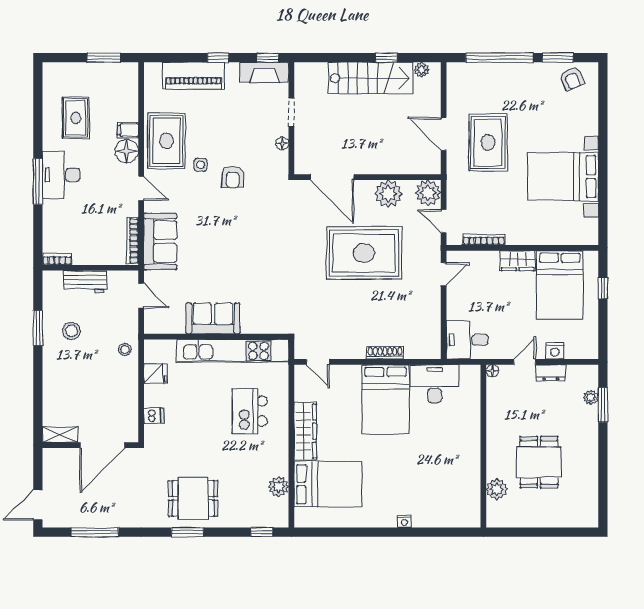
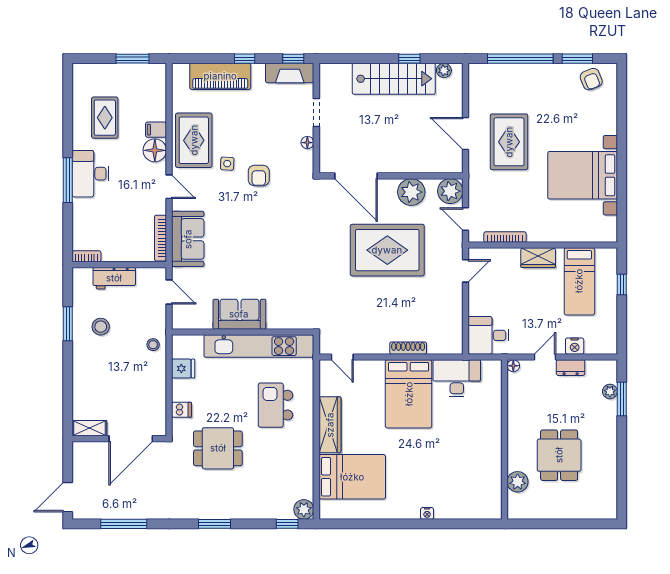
bed: (560, 285) -> (579, 281), width x0.67
plant: (279, 487) -> (304, 509), moved
dining table: (193, 498) -> (218, 448), moved

